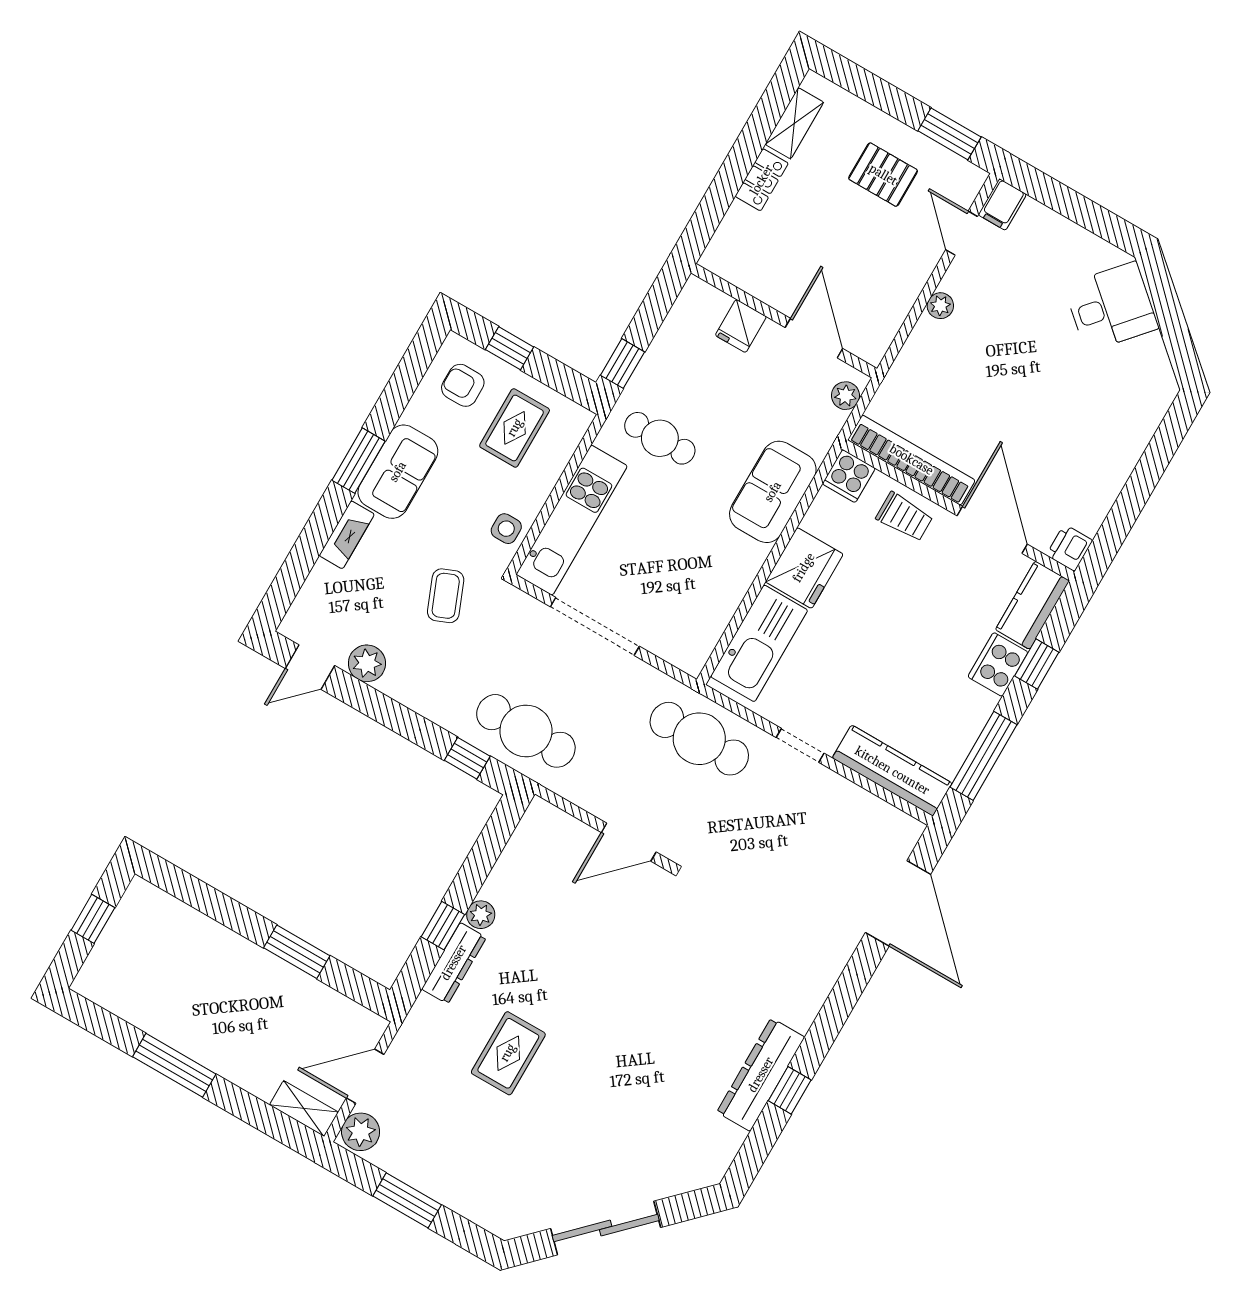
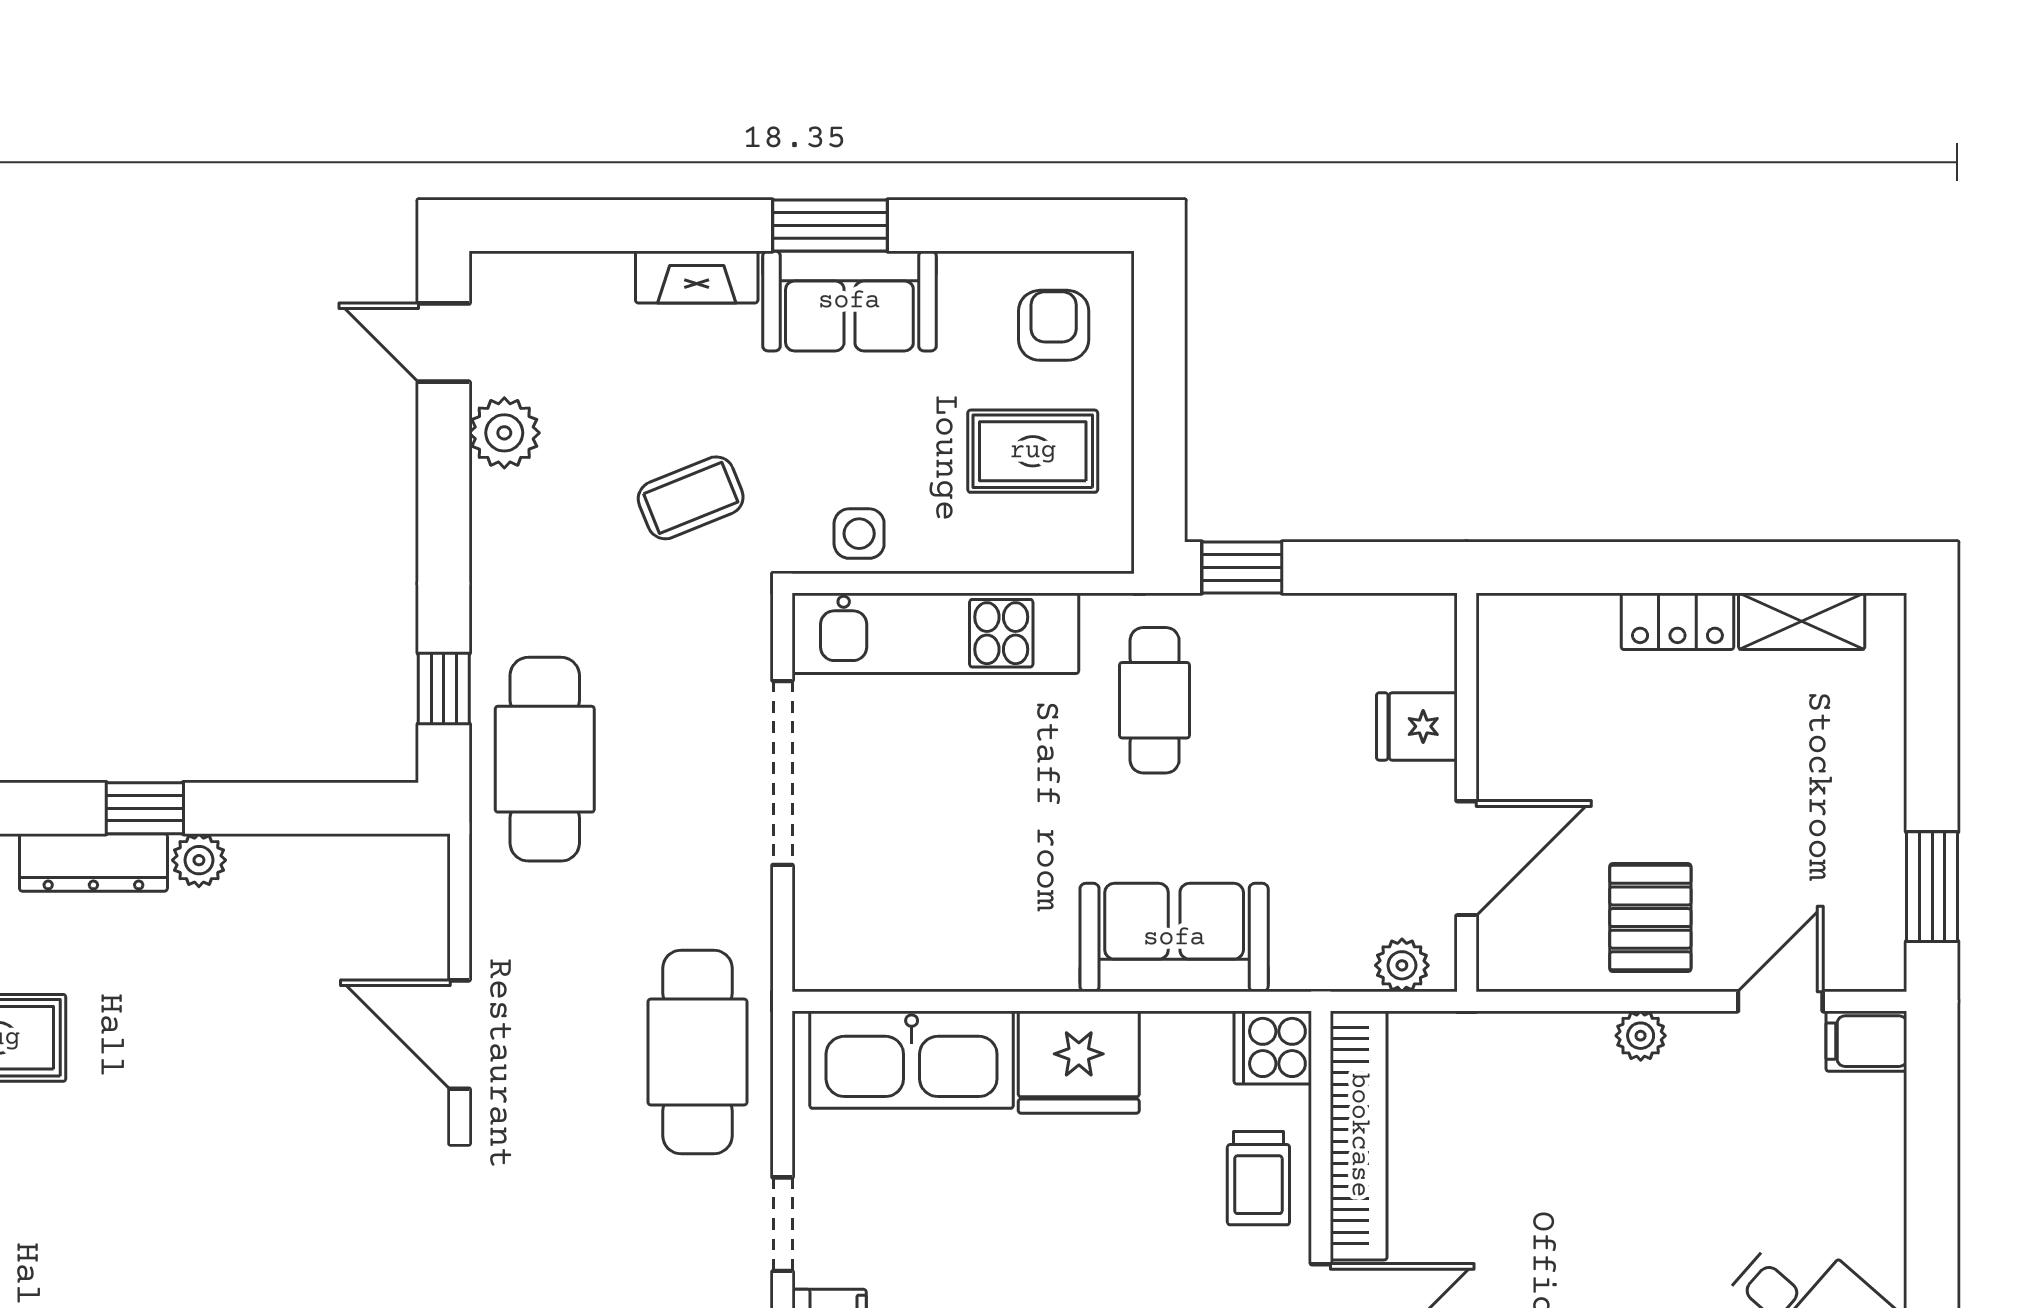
pallet: (883, 175) -> (1650, 918), moved
window: (510, 348) -> (1159, 367), removed

